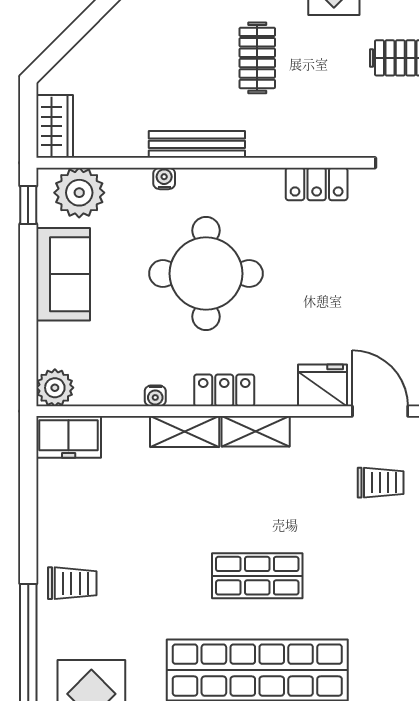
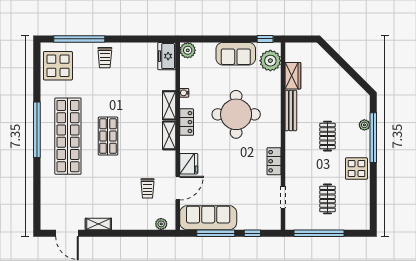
clothes rail: (257, 58) -> (327, 136), turned 90
wardrobe: (55, 126) -> (293, 76), moved, turned -90
water cooler: (164, 178) -> (276, 97), removed

